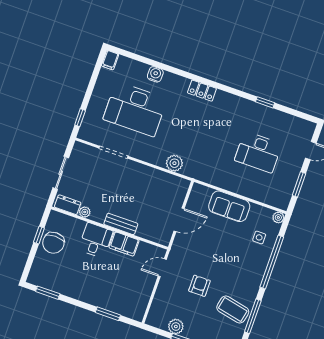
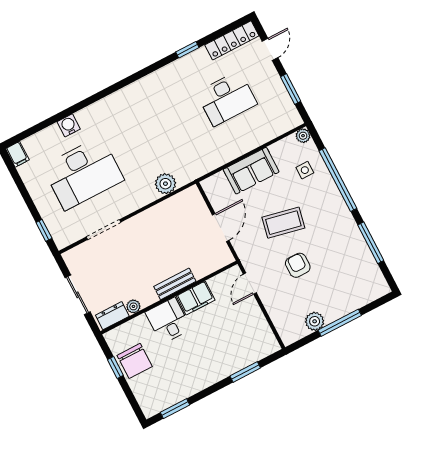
locker: (202, 91) -> (232, 40), moved, width x1.53
coffee table: (233, 310) -> (283, 223), moved

